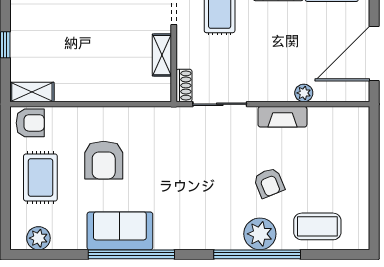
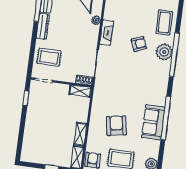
shelving: (162, 55) -> (80, 91), moved
shelving: (78, 92) -> (80, 134), added
armchair: (104, 160) -> (116, 126), turned -100

